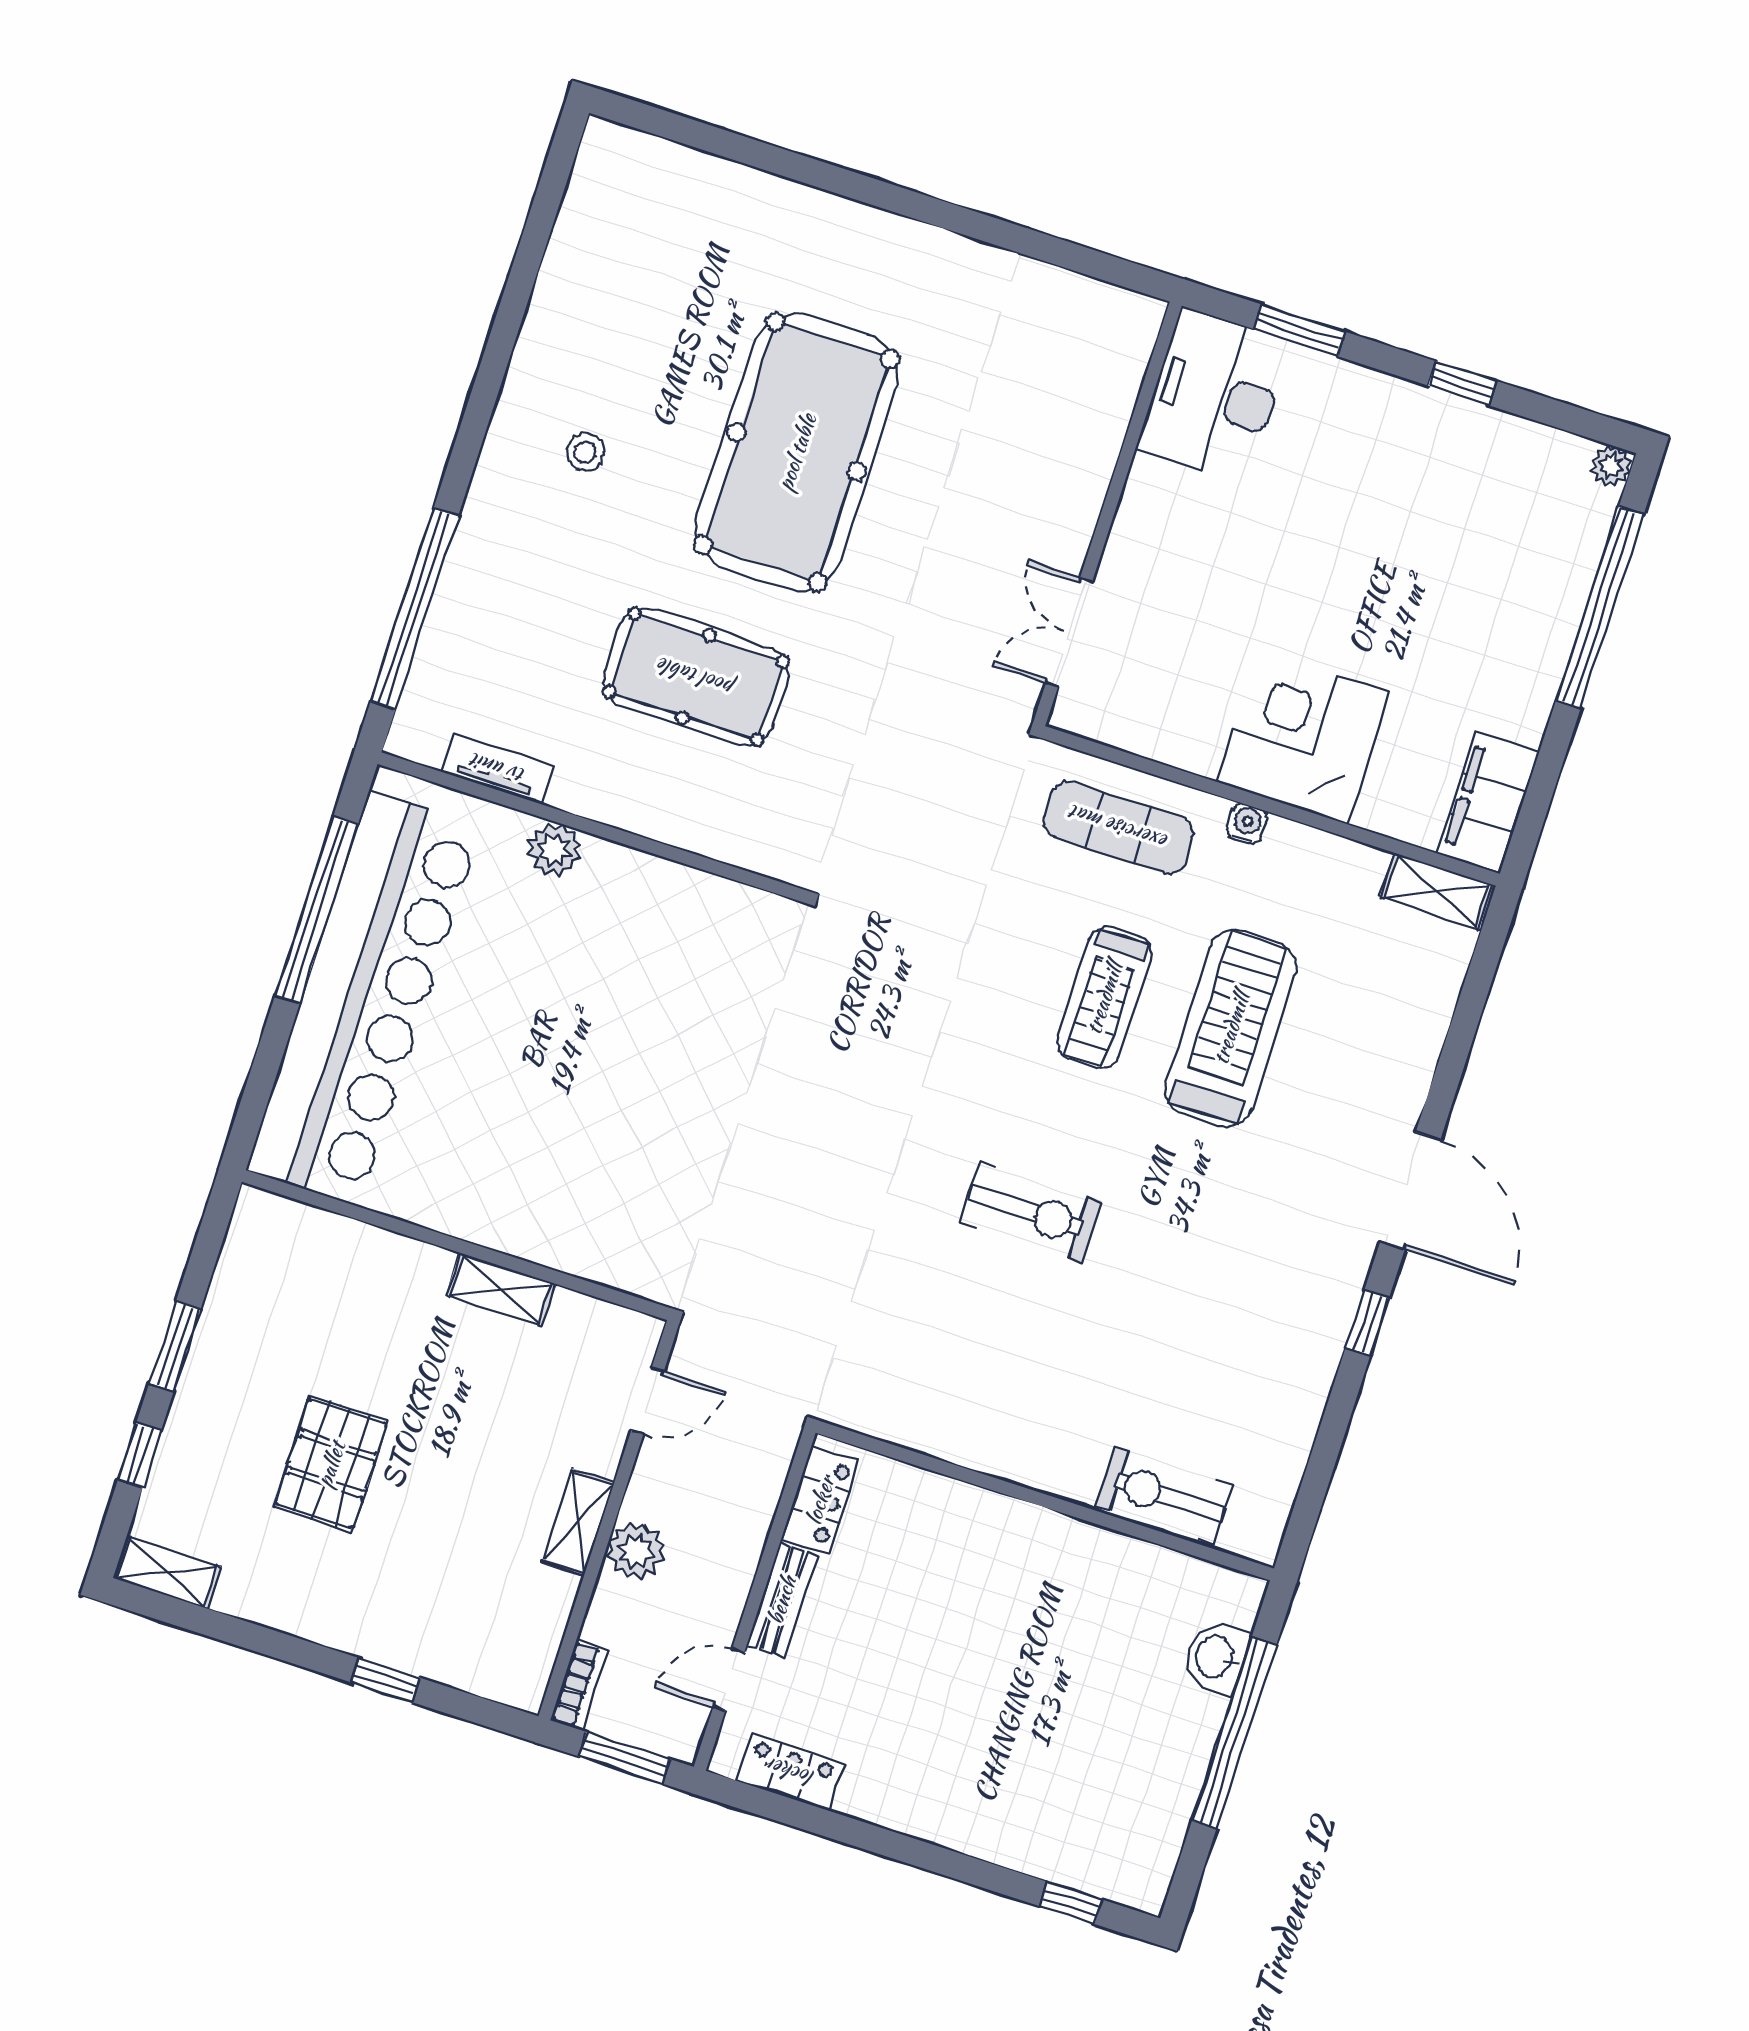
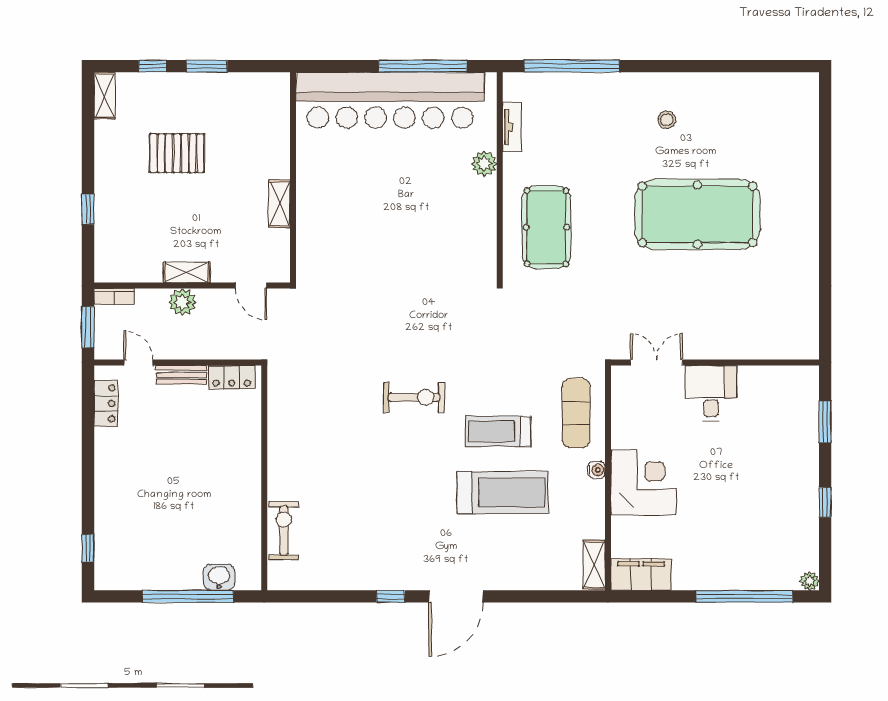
desk: (1215, 395) -> (711, 393), moved, width x0.73
pool table: (696, 677) -> (546, 227), moved
exercise bike: (1031, 1212) -> (414, 397), moved, turned -90

